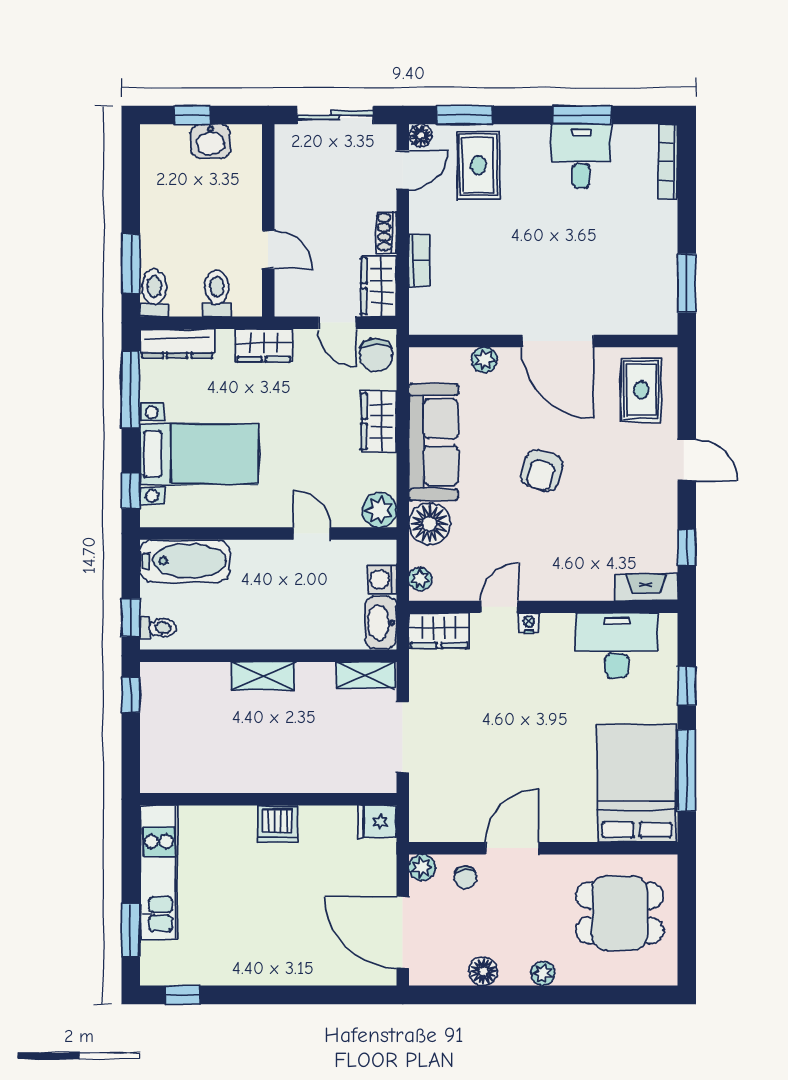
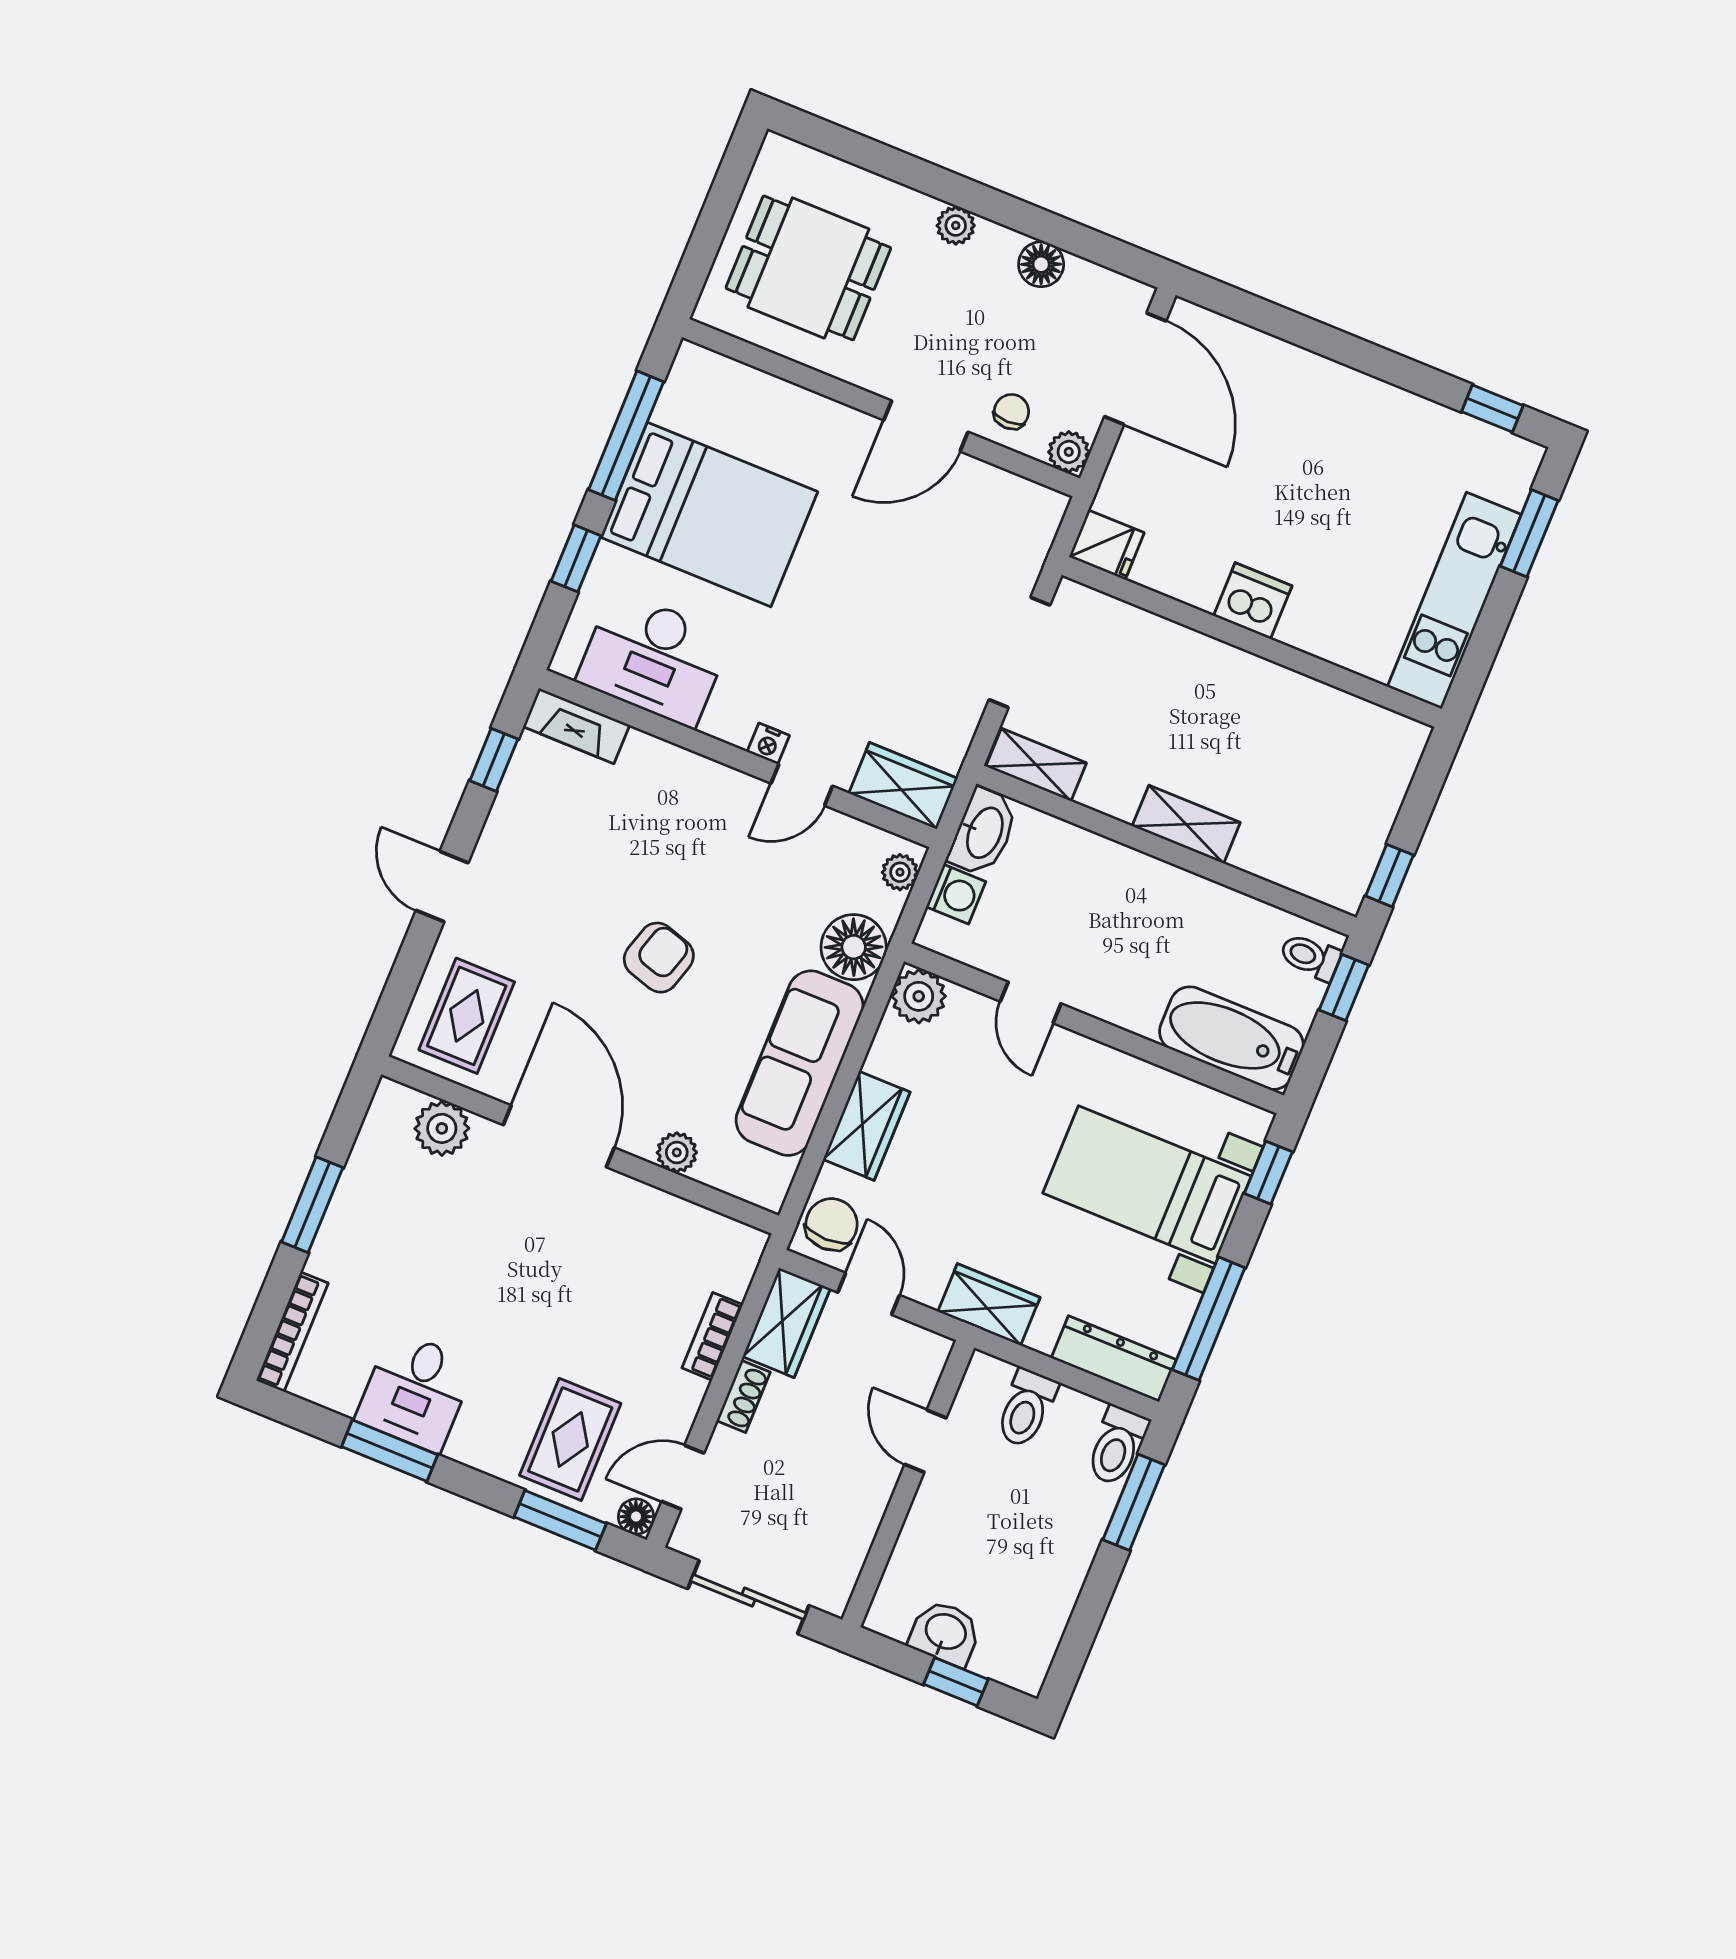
window: (687, 283) -> (312, 1205), moved
plant: (629, 318) -> (442, 1128), added
bed: (637, 783) -> (709, 514), moved, turned -90

